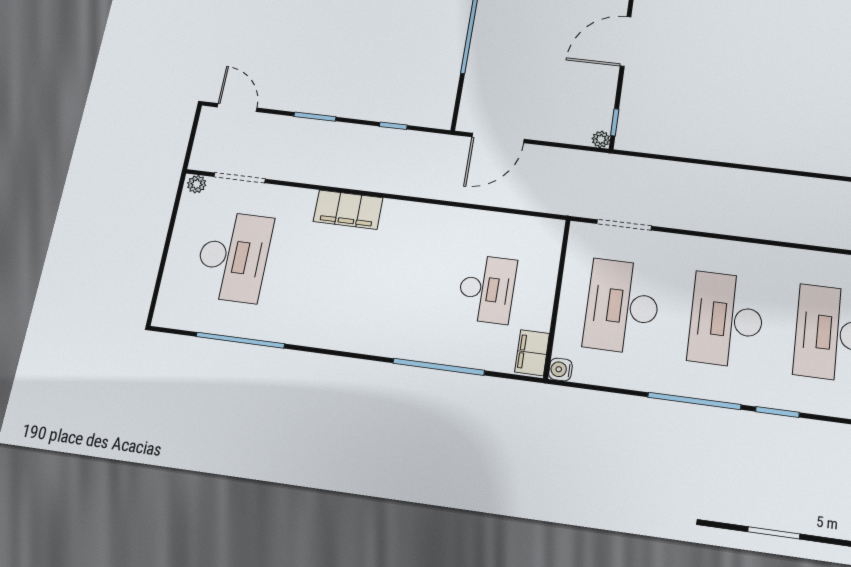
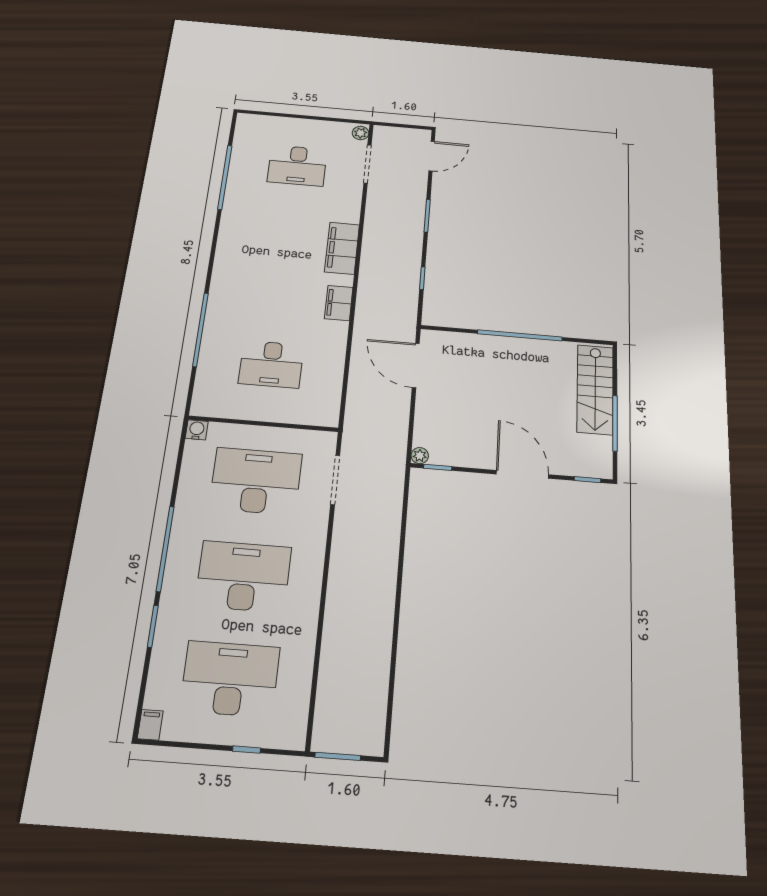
desk: (233, 257) -> (297, 166), width x0.73, depth x0.77
filing cabinet: (532, 353) -> (339, 303), moved, turned -90

